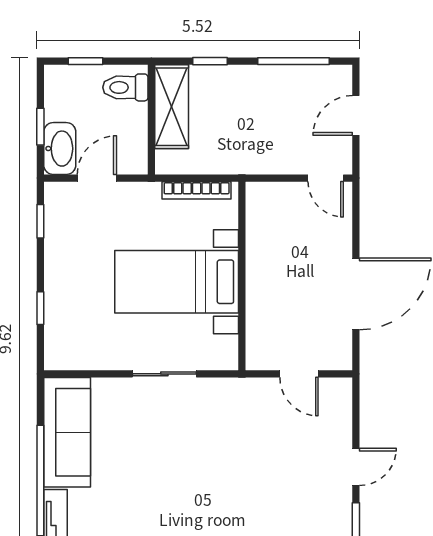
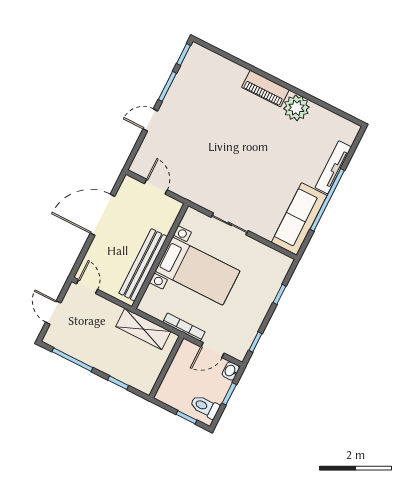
toilet: (125, 87) -> (205, 407), moved, turned 180
shelving: (172, 107) -> (143, 329), moved, turned 90
door: (356, 115) -> (53, 313), swing flipped
washbasin: (60, 149) -> (231, 371), width x0.52, depth x0.69
bookcase: (197, 190) -> (184, 327), moved
bench: (260, 251) -> (143, 265), added

